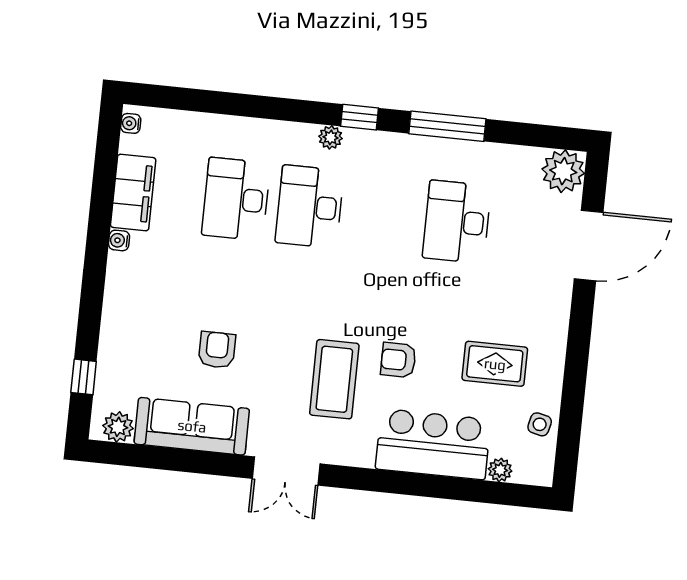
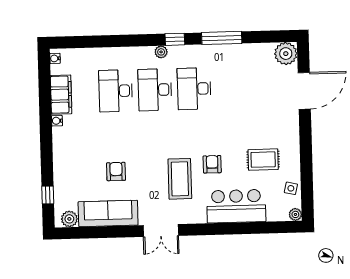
desk: (457, 222) -> (194, 89), moved
armchair: (398, 360) -> (212, 164), turned 90
plant: (500, 470) -> (295, 214), moved

